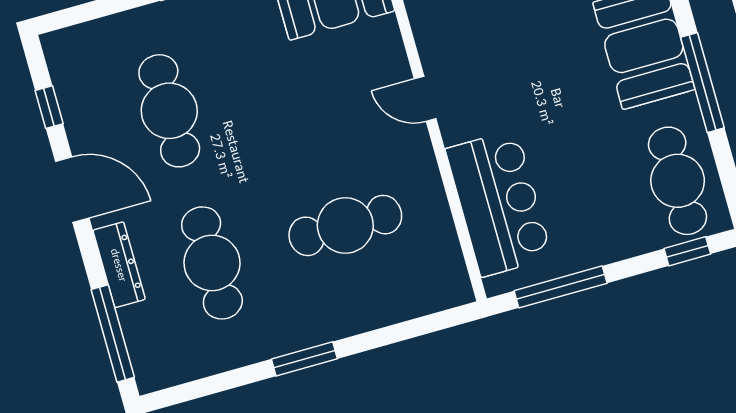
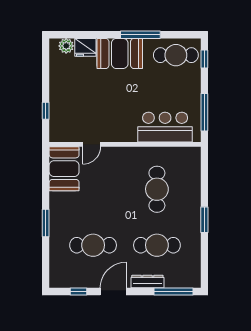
door: (425, 99) -> (92, 144), moved

